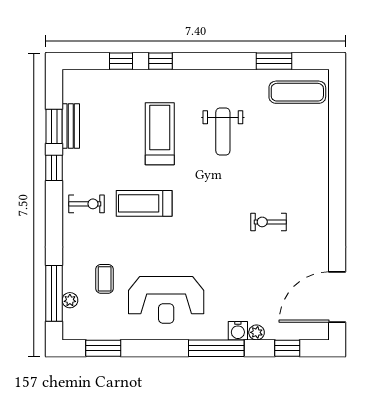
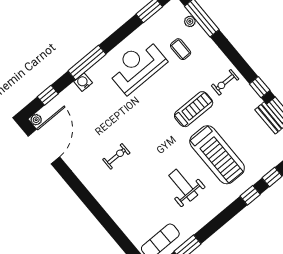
treadmill: (160, 134) -> (217, 155), width x1.37, depth x1.38
plant: (257, 332) -> (36, 120), moved

